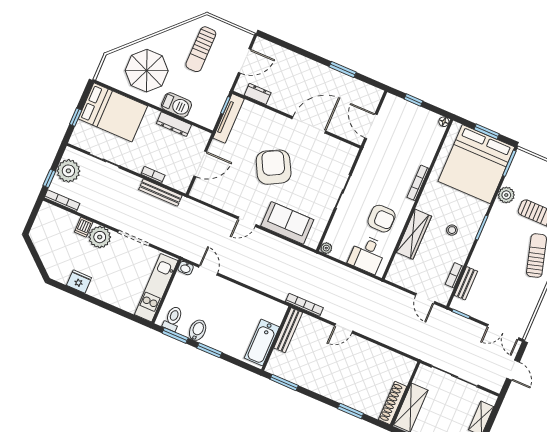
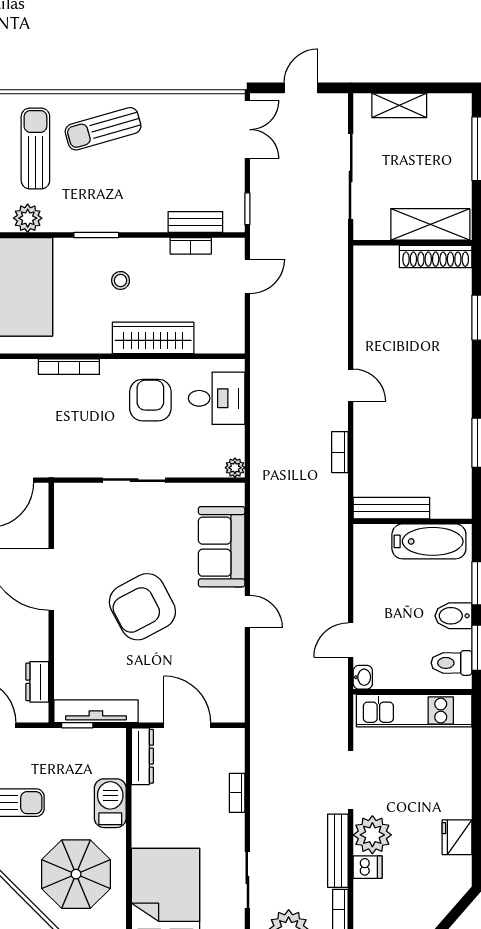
dresser: (174, 124) -> (142, 756), moved
bench: (160, 193) -> (338, 851), moved
bookcase: (304, 305) -> (340, 452), width x0.64
bench: (288, 330) -> (391, 508), moved
wall: (276, 338) -> (413, 521), moved
bathtub: (262, 343) -> (429, 541), moved

